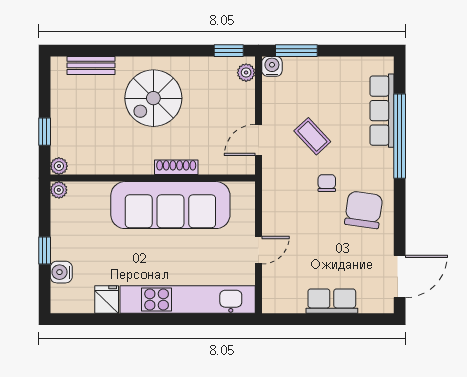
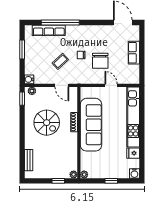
window: (296, 51) -> (22, 50), moved
spiral stairs: (153, 98) -> (47, 123), moved
chair: (364, 210) -> (100, 61), moved, turned -98
water cooler: (61, 272) -> (134, 173), moved

